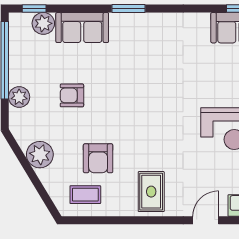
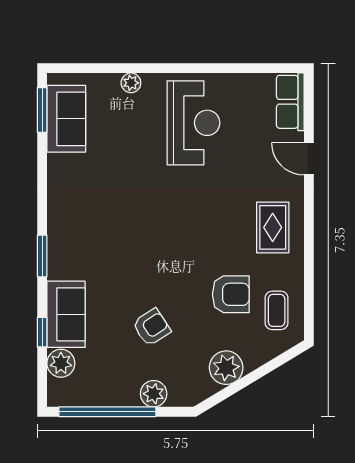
window: (34, 9) -> (42, 332), moved
armchair: (72, 95) -> (152, 327), turned -123
rug: (151, 192) -> (273, 227), turned 90

